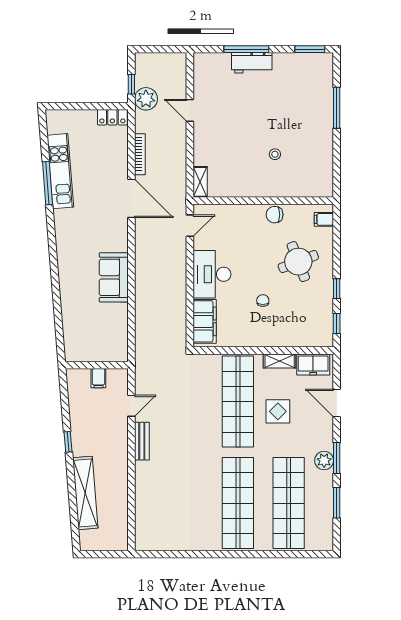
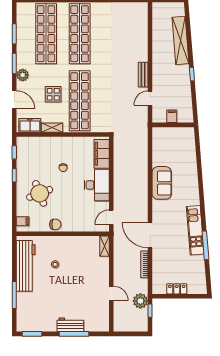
locker: (112, 117) -> (177, 289), moved
workbench: (319, 152) -> (26, 266), added
kitchen unit: (60, 171) -> (195, 230), moved
plant: (324, 461) -> (23, 75), moved

